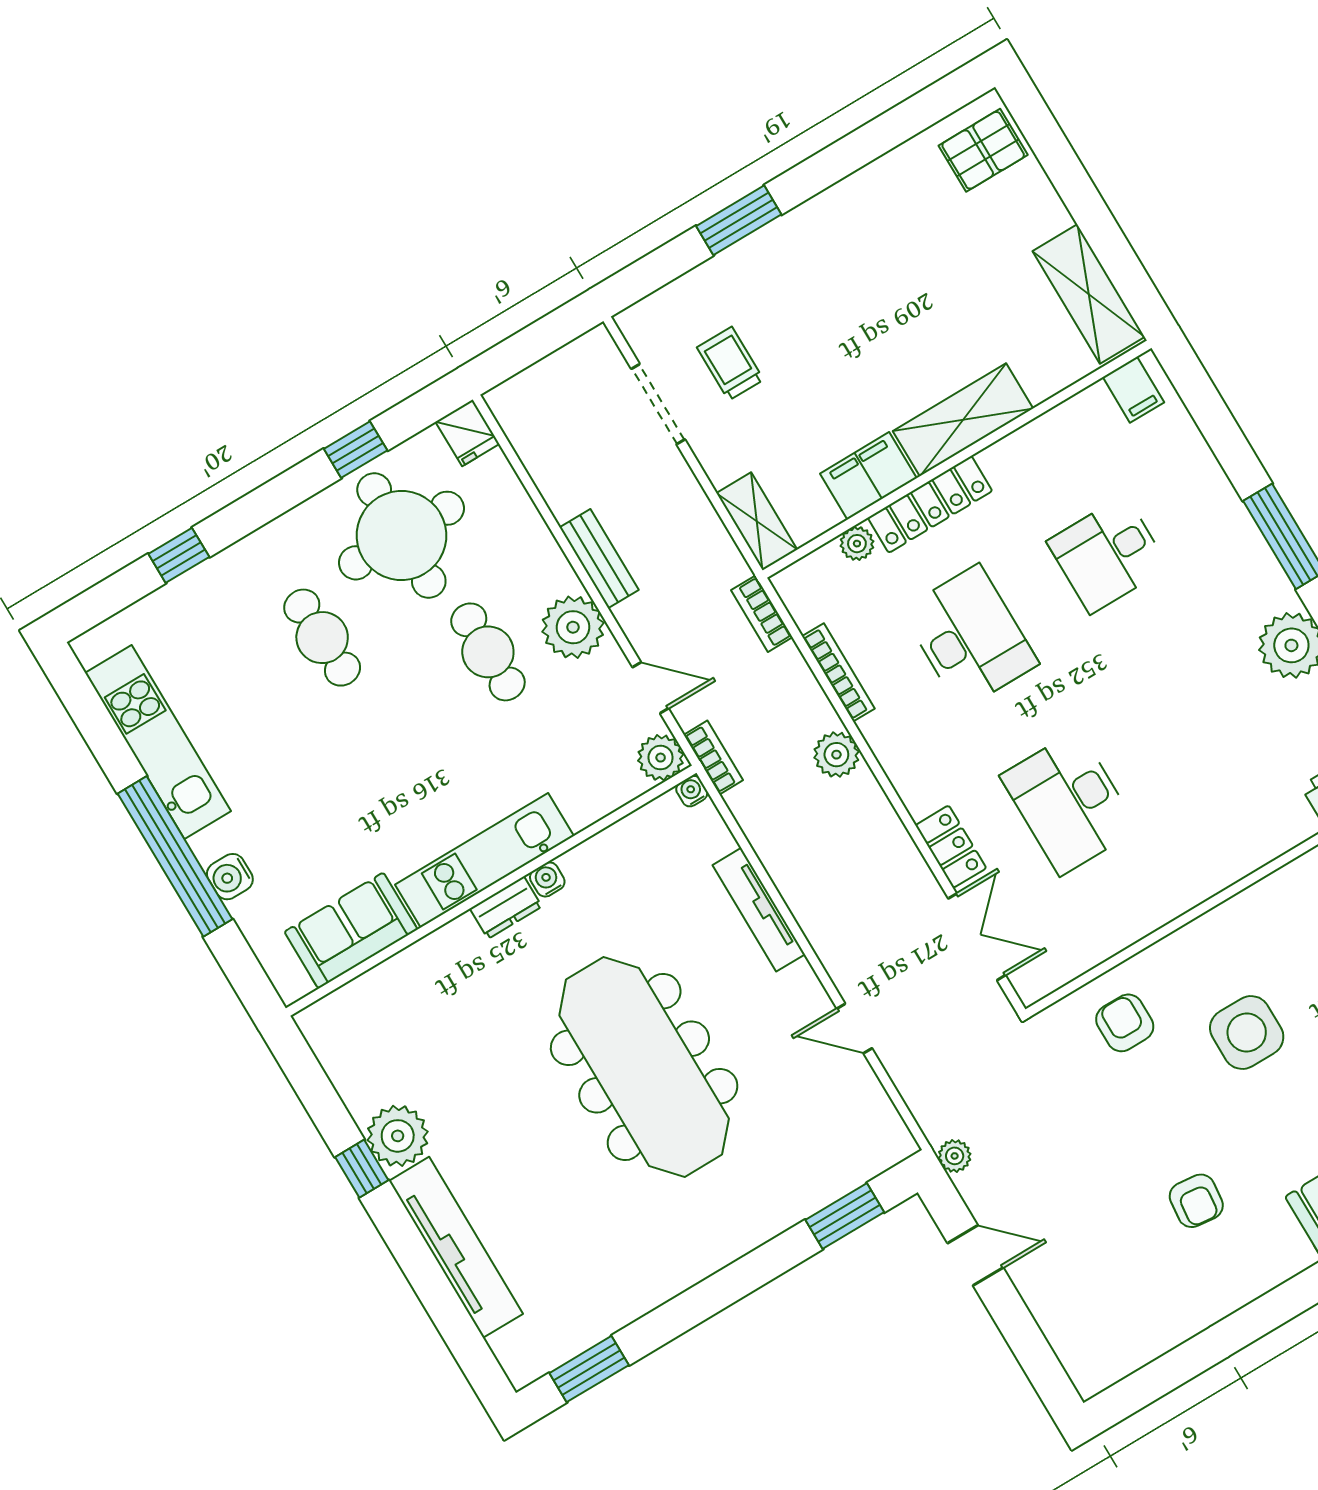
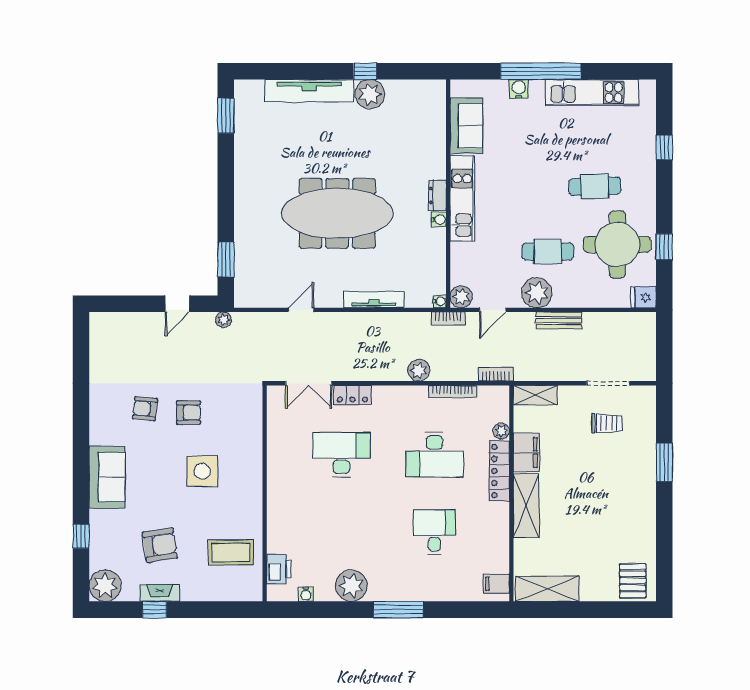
armchair: (1125, 1023) -> (189, 413), moved

